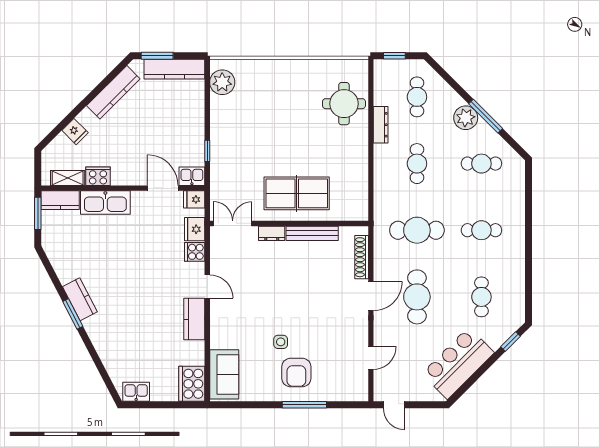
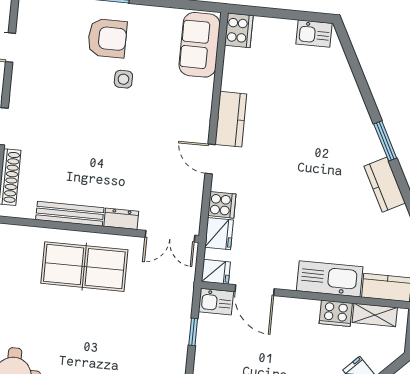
kitchen counter: (80, 299) -> (385, 185), moved
armchair: (296, 373) -> (107, 38), turned 90
cooker: (192, 384) -> (239, 30), width x0.73, depth x0.76

